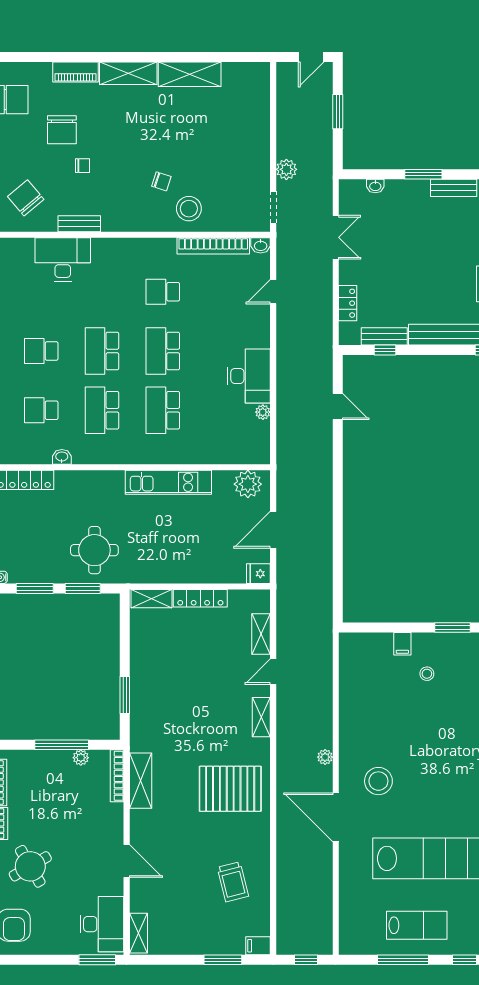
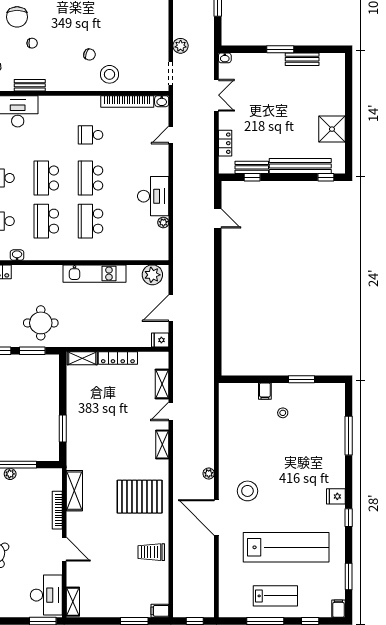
washbasin: (375, 186) -> (225, 58), moved
plant: (81, 758) -> (10, 474), moved
bookcase: (117, 776) -> (57, 510), moved
trolley: (233, 882) -> (151, 552), moved, turned 104

